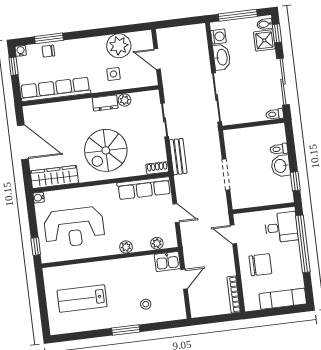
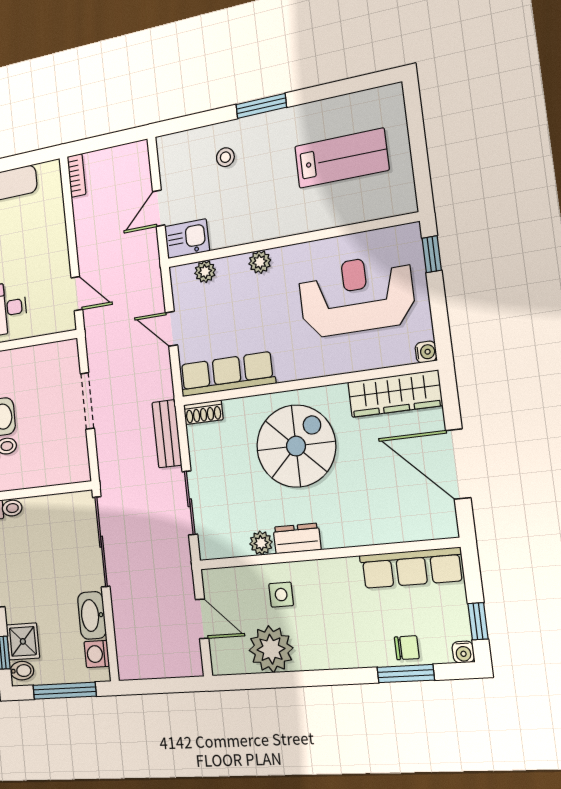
row of seats: (55, 89) -> (411, 568), width x0.73
chair: (260, 265) -> (35, 242), removed
bookcase: (234, 294) -> (76, 175), width x0.64

